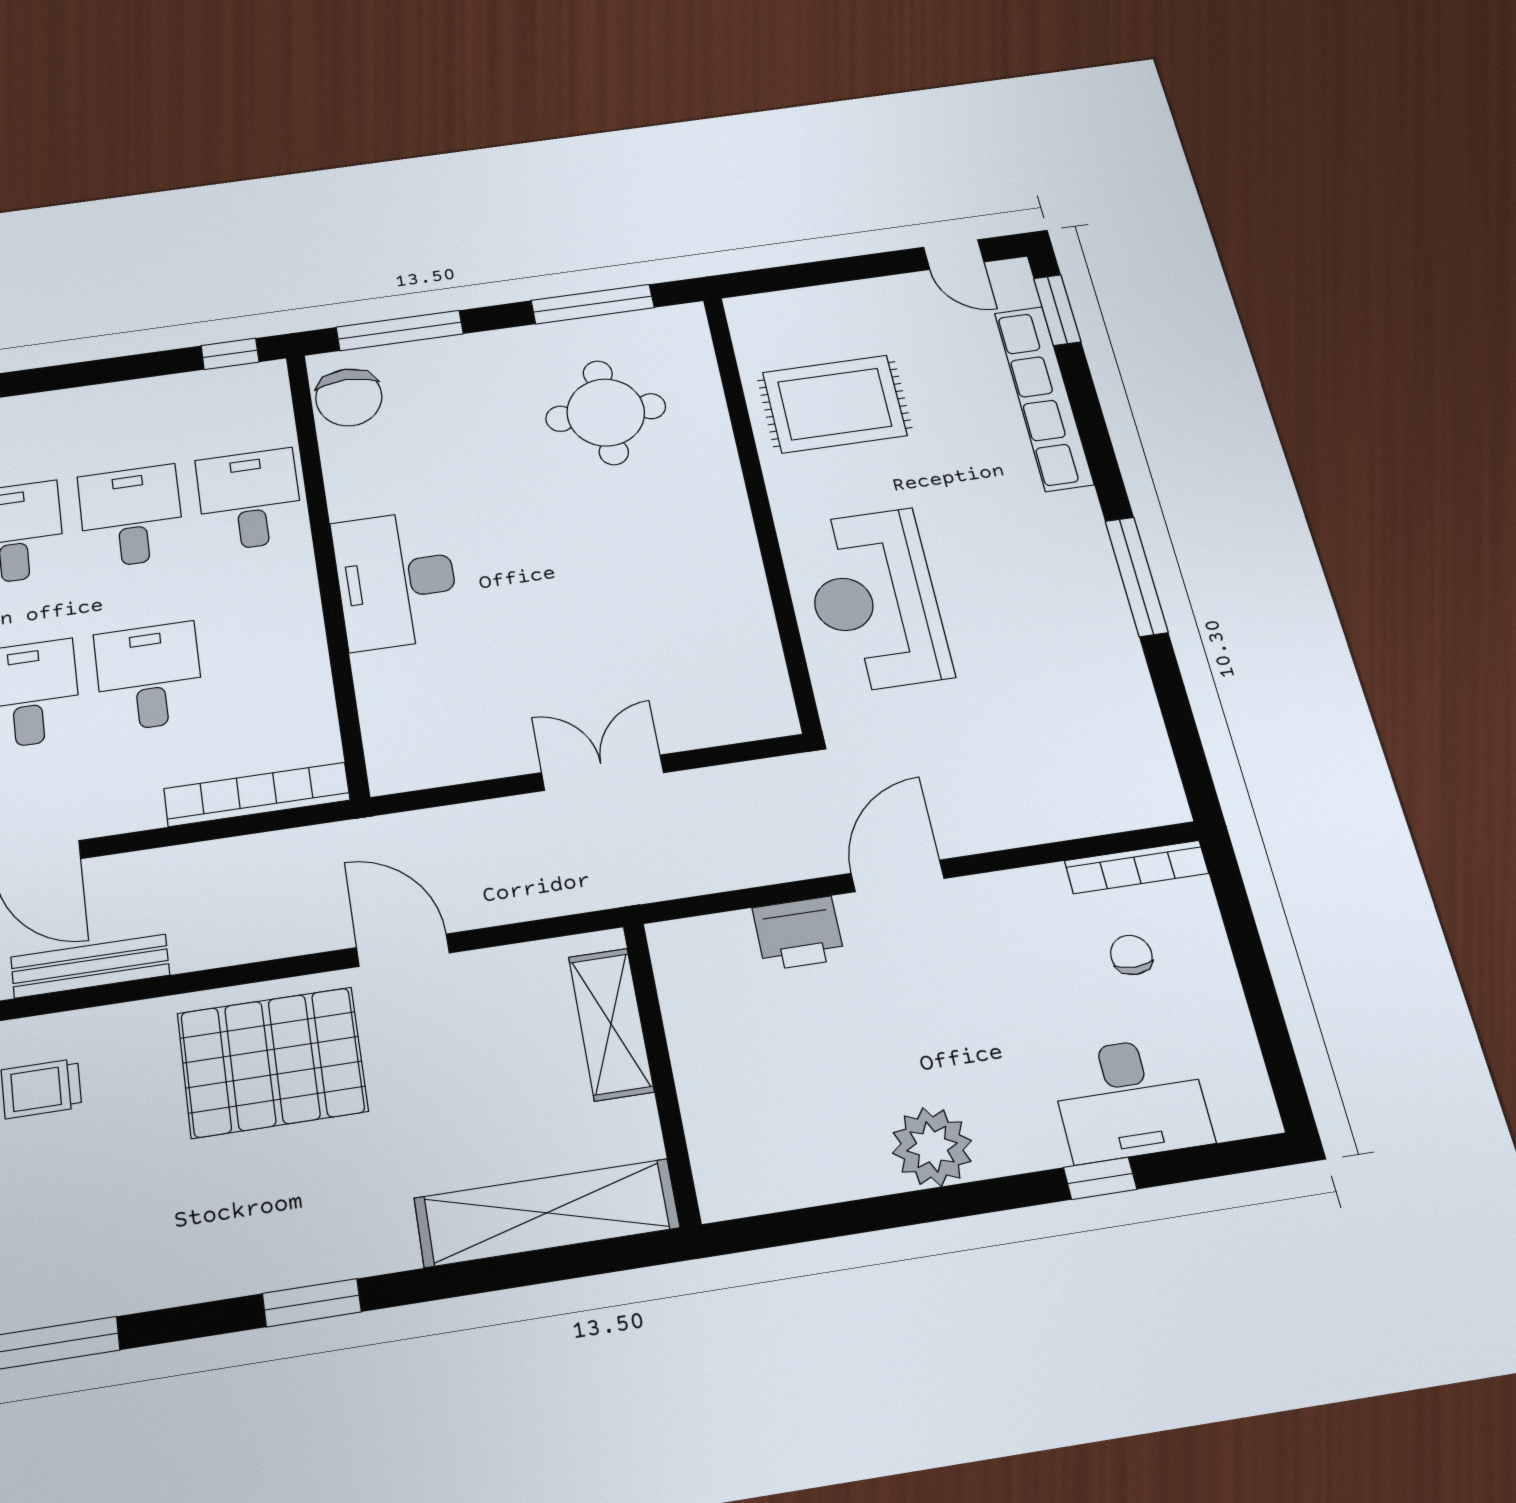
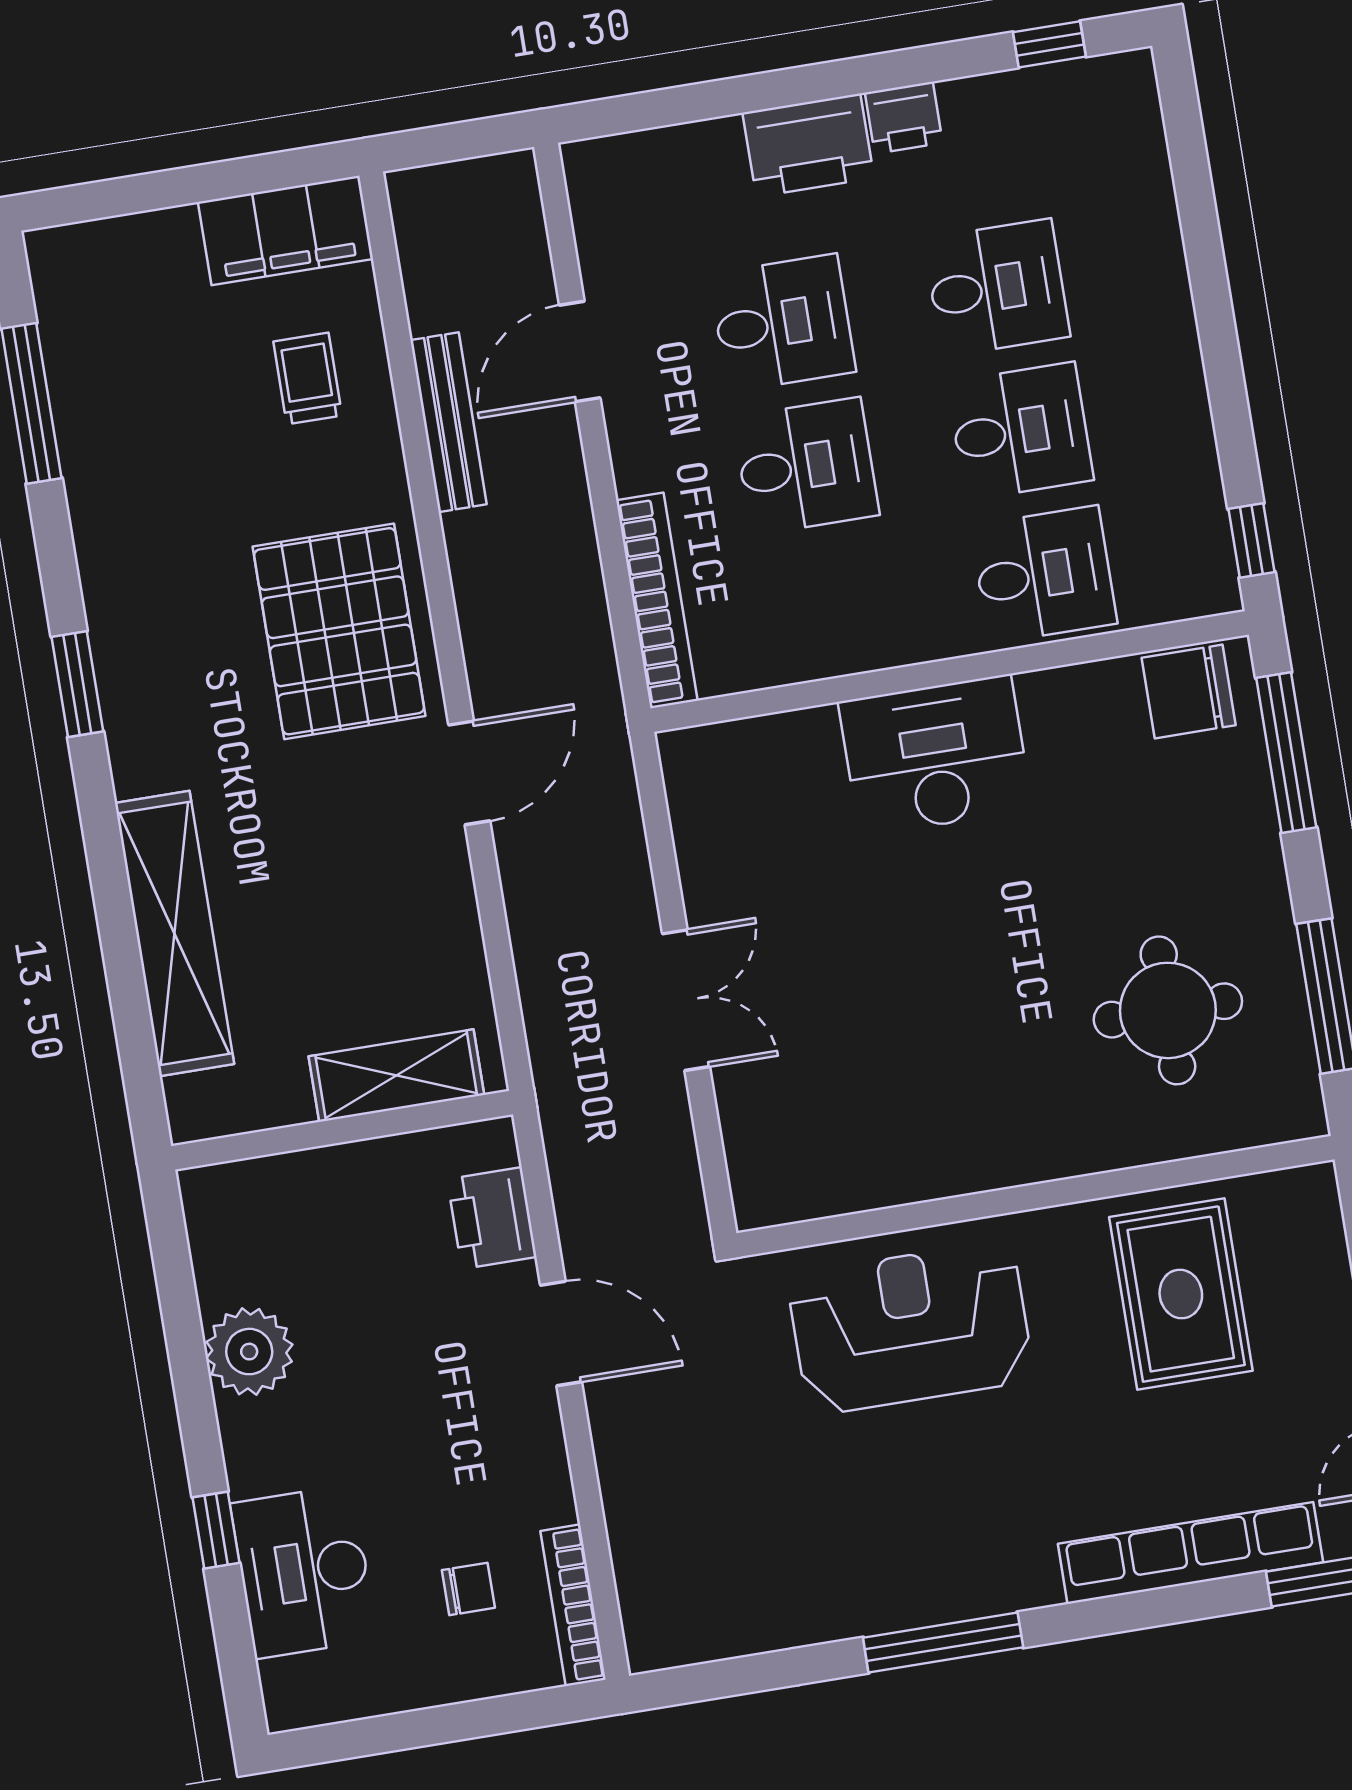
shelving: (611, 1024) -> (396, 1076), moved
wall: (661, 1072) -> (342, 1130), moved

